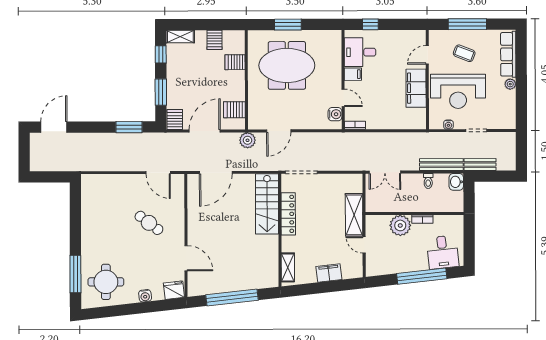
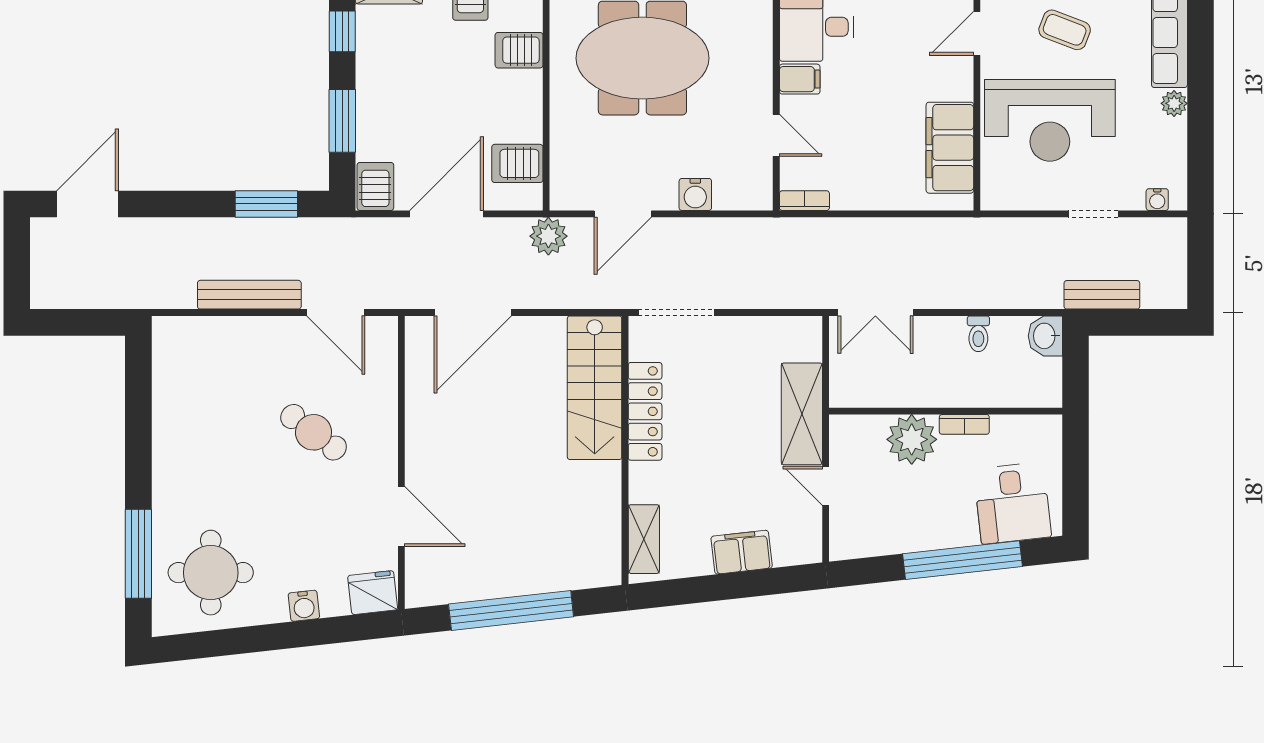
filing cabinet: (416, 88) -> (950, 148), moved
water cooler: (335, 114) -> (695, 194), moved, turned 90
water cooler: (448, 125) -> (1157, 200), moved
bench: (441, 165) -> (249, 295), moved

